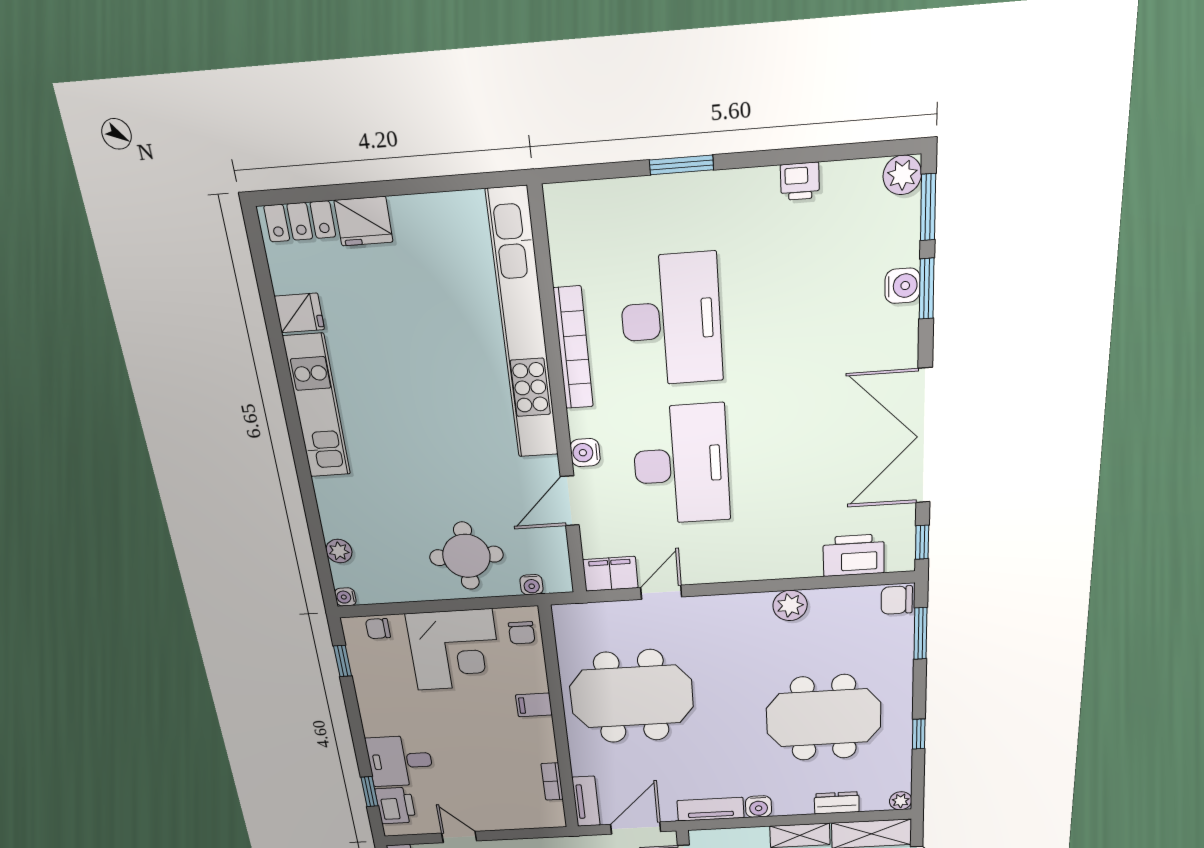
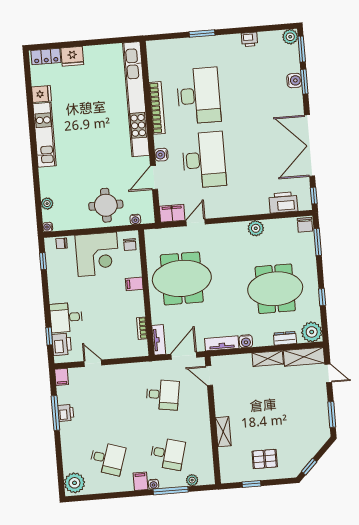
chair: (897, 600) -> (305, 225), turned -90
plant: (901, 801) -> (312, 332), width x1.88, depth x1.88

